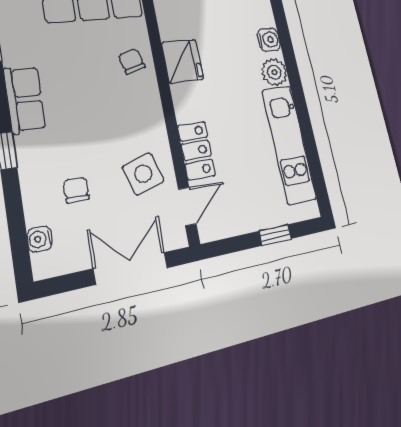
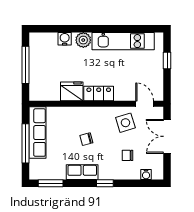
chair: (132, 61) -> (86, 139), moved
locker: (196, 150) -> (99, 93), moved

